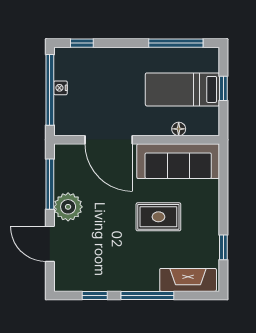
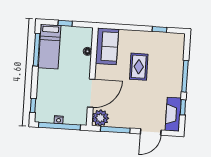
bed: (182, 89) -> (50, 47), moved
sofa: (178, 161) -> (107, 46), width x0.73
plant: (68, 207) -> (100, 118), moved
fireplace: (188, 280) -> (173, 114), moved

